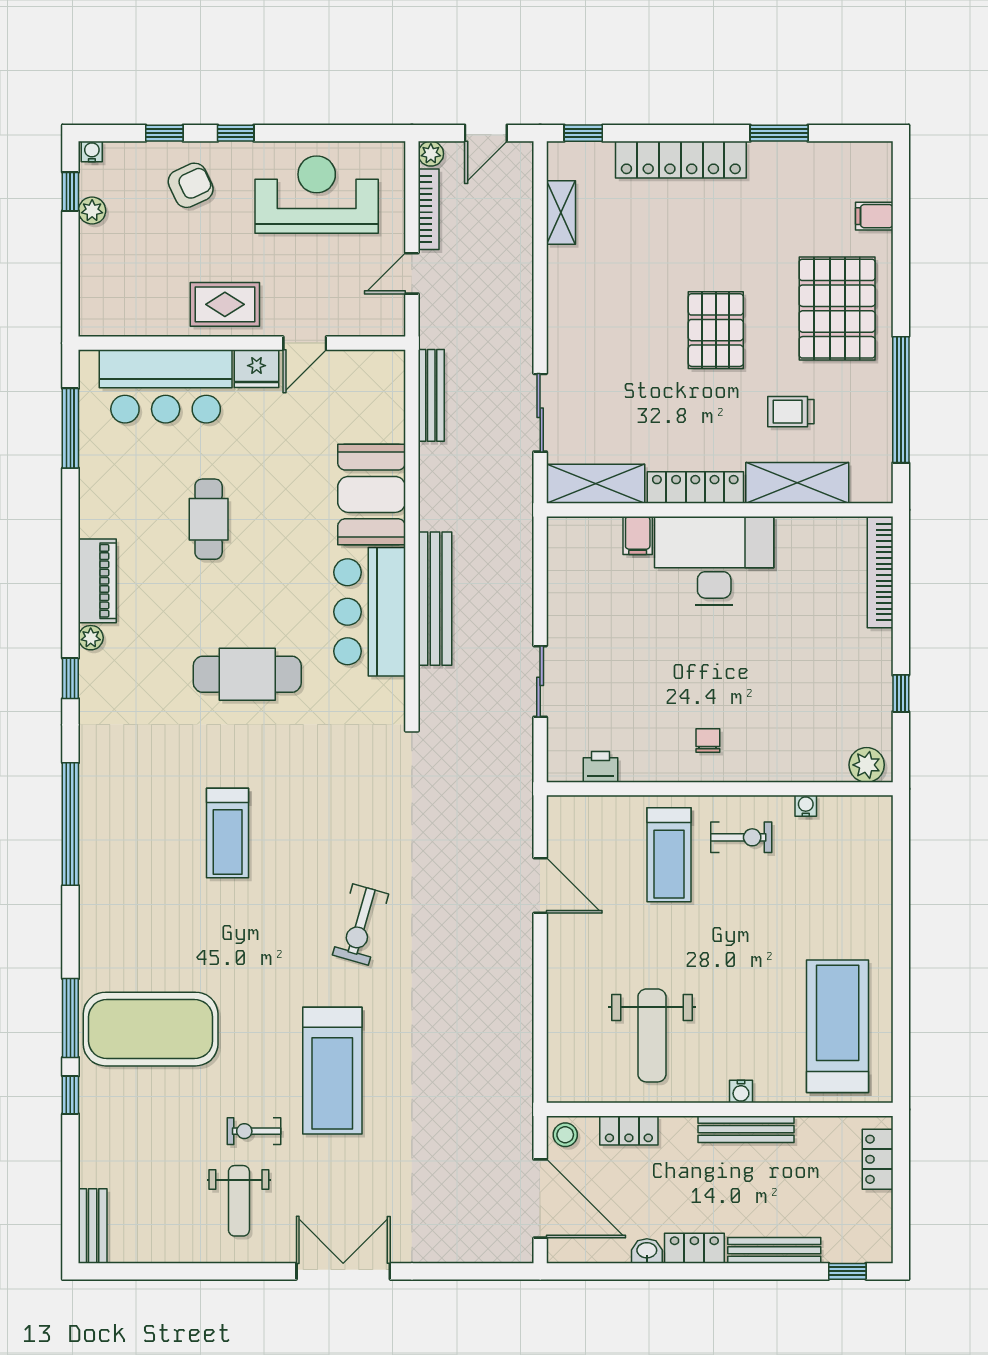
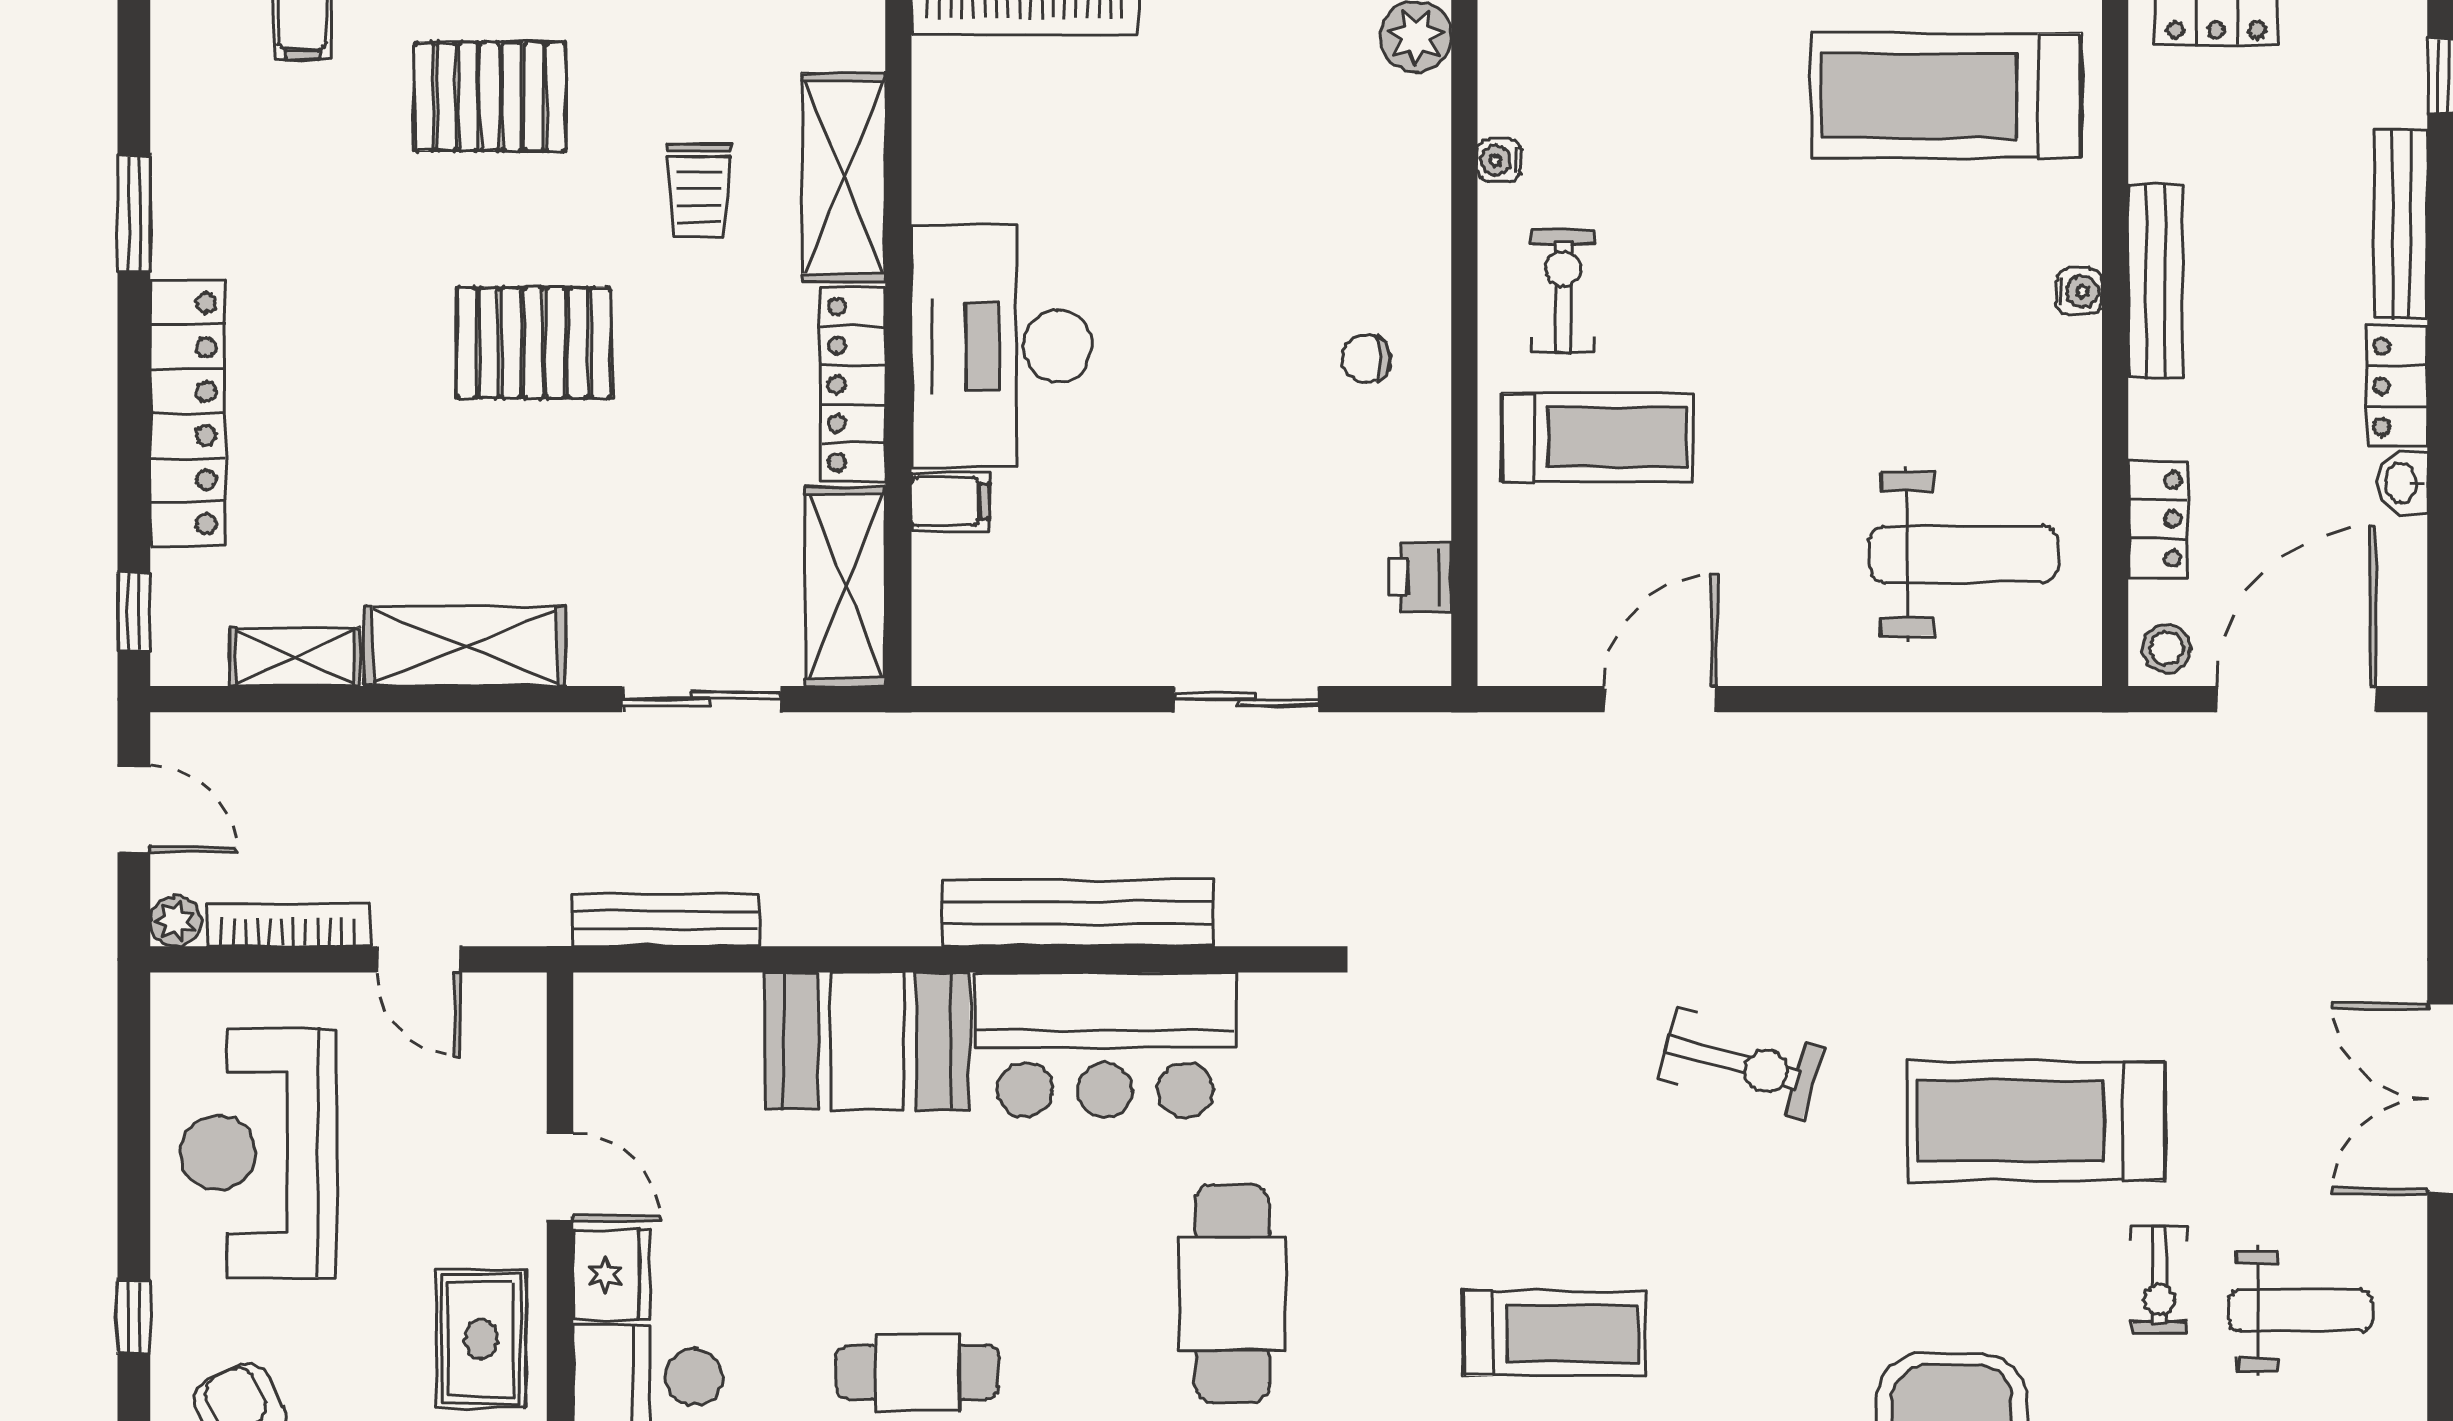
shelving: (566, 296) -> (465, 646), added
pallet: (837, 309) -> (490, 97), width x0.73, depth x0.71
weight bench: (652, 1035) -> (1964, 554), moved
treadmill: (332, 1071) -> (2036, 1121), turned 180

